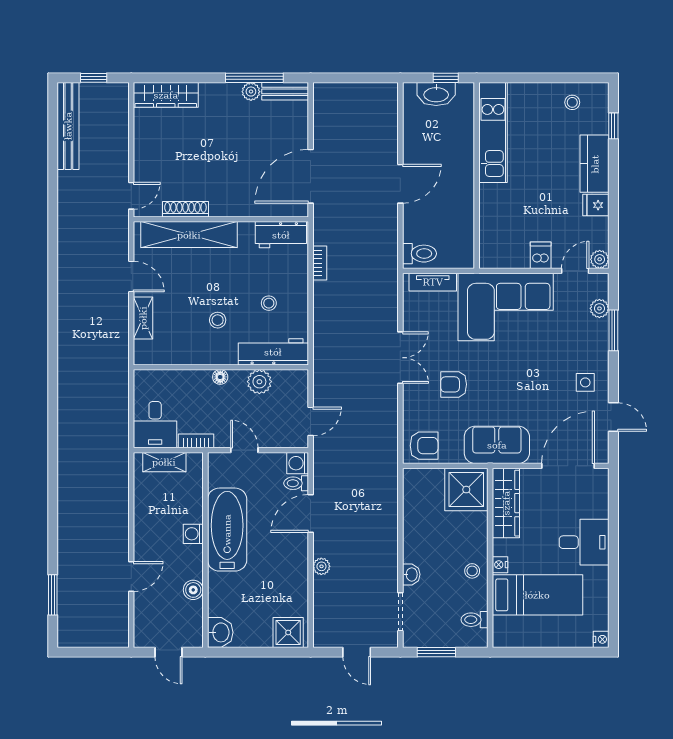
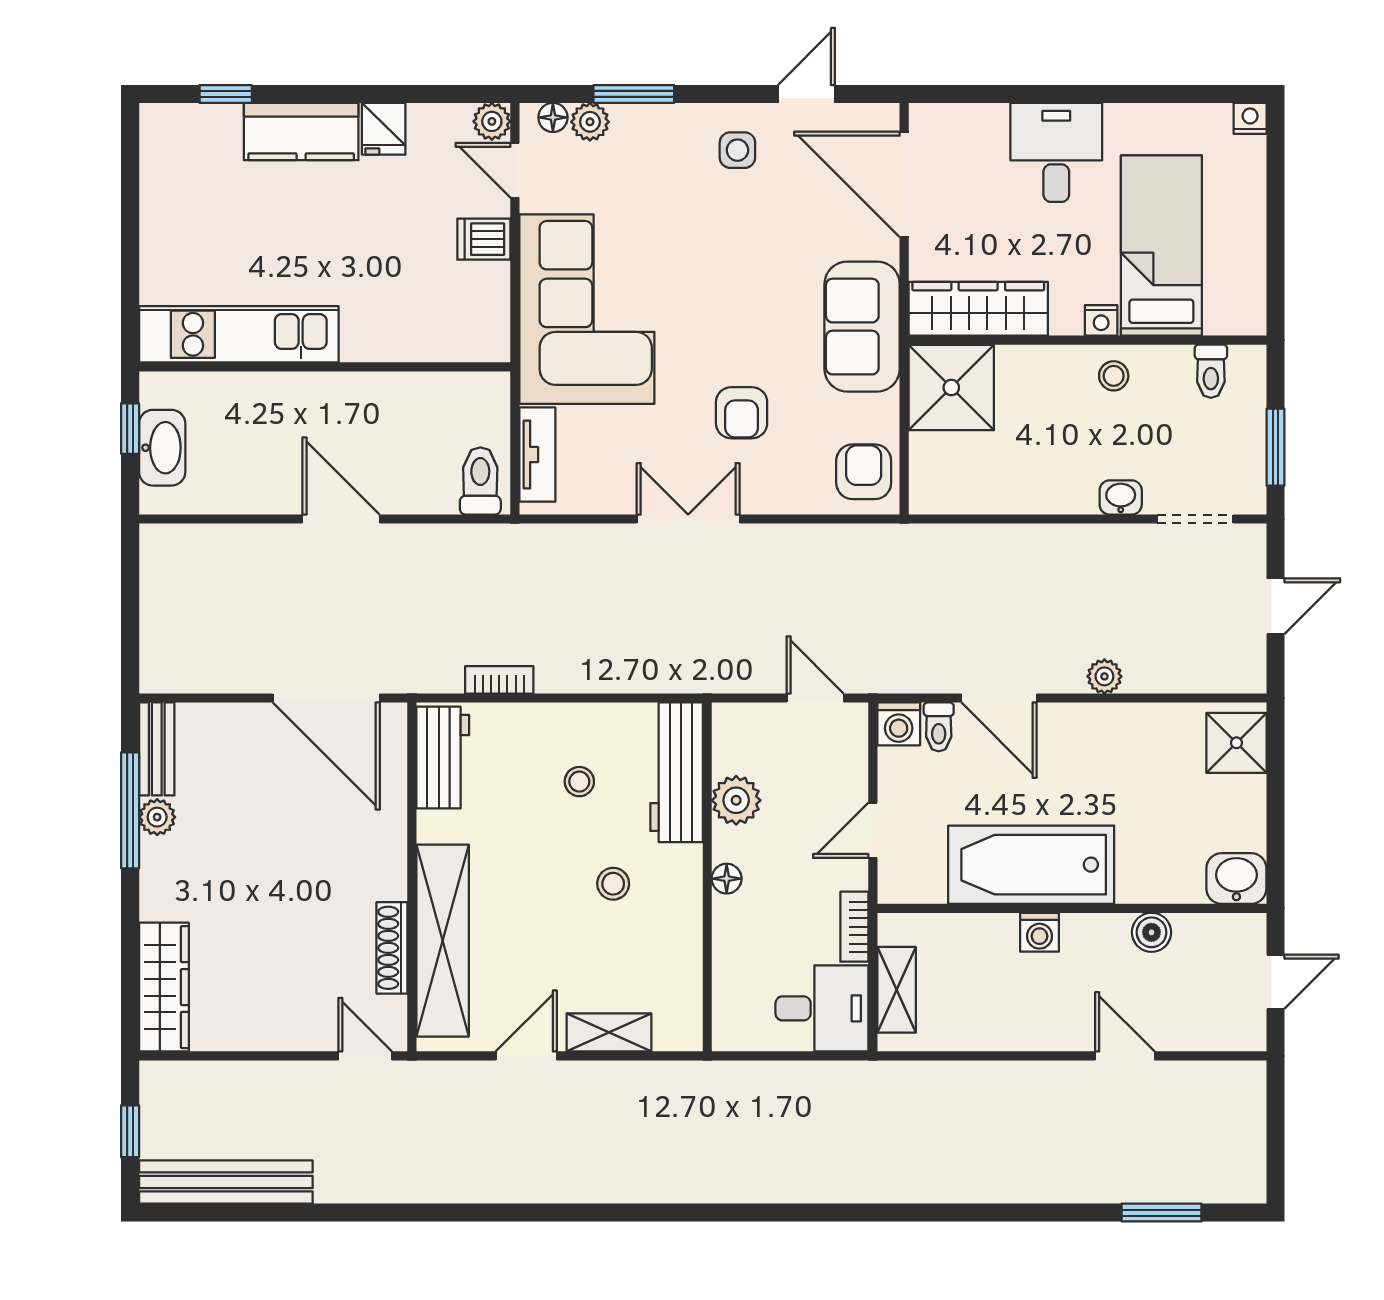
stool: (572, 102) -> (179, 176), removed
floor lamp: (602, 290) -> (553, 117), added

